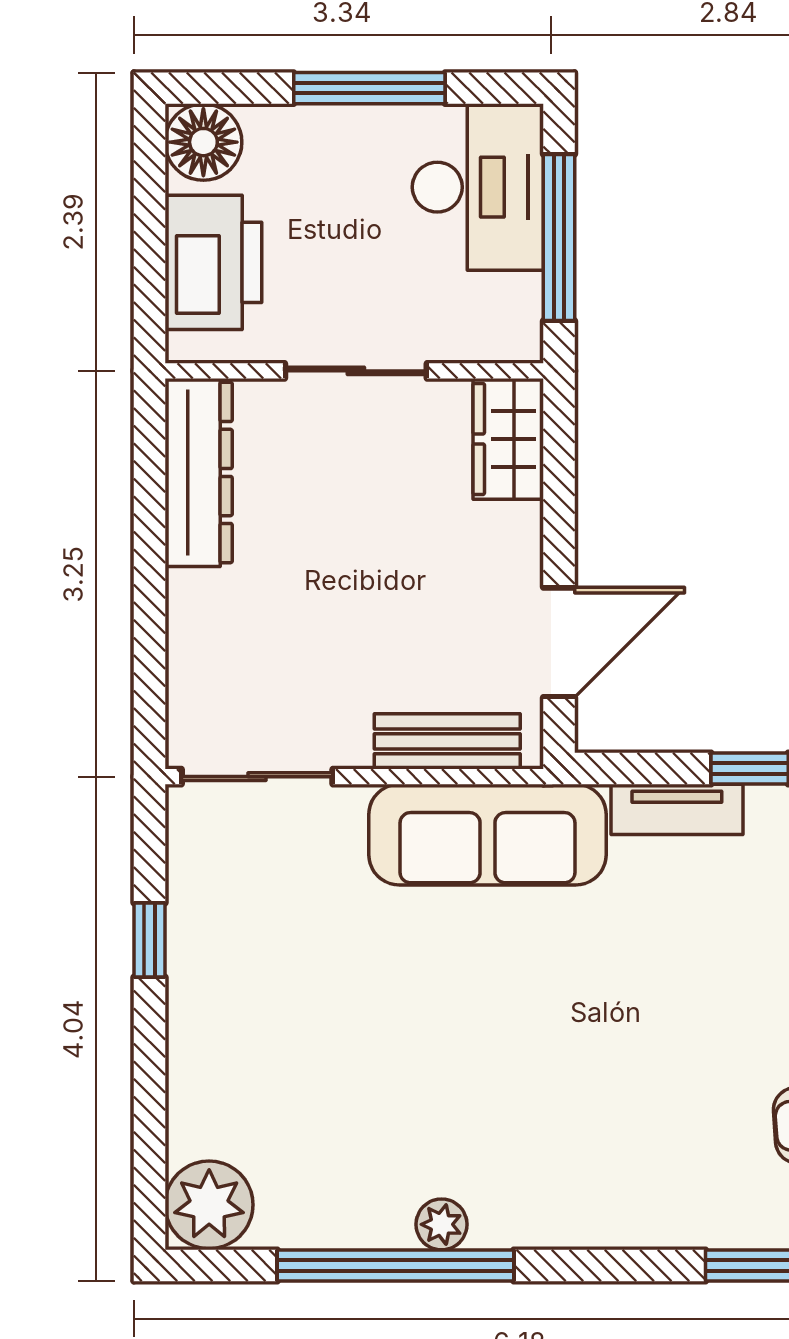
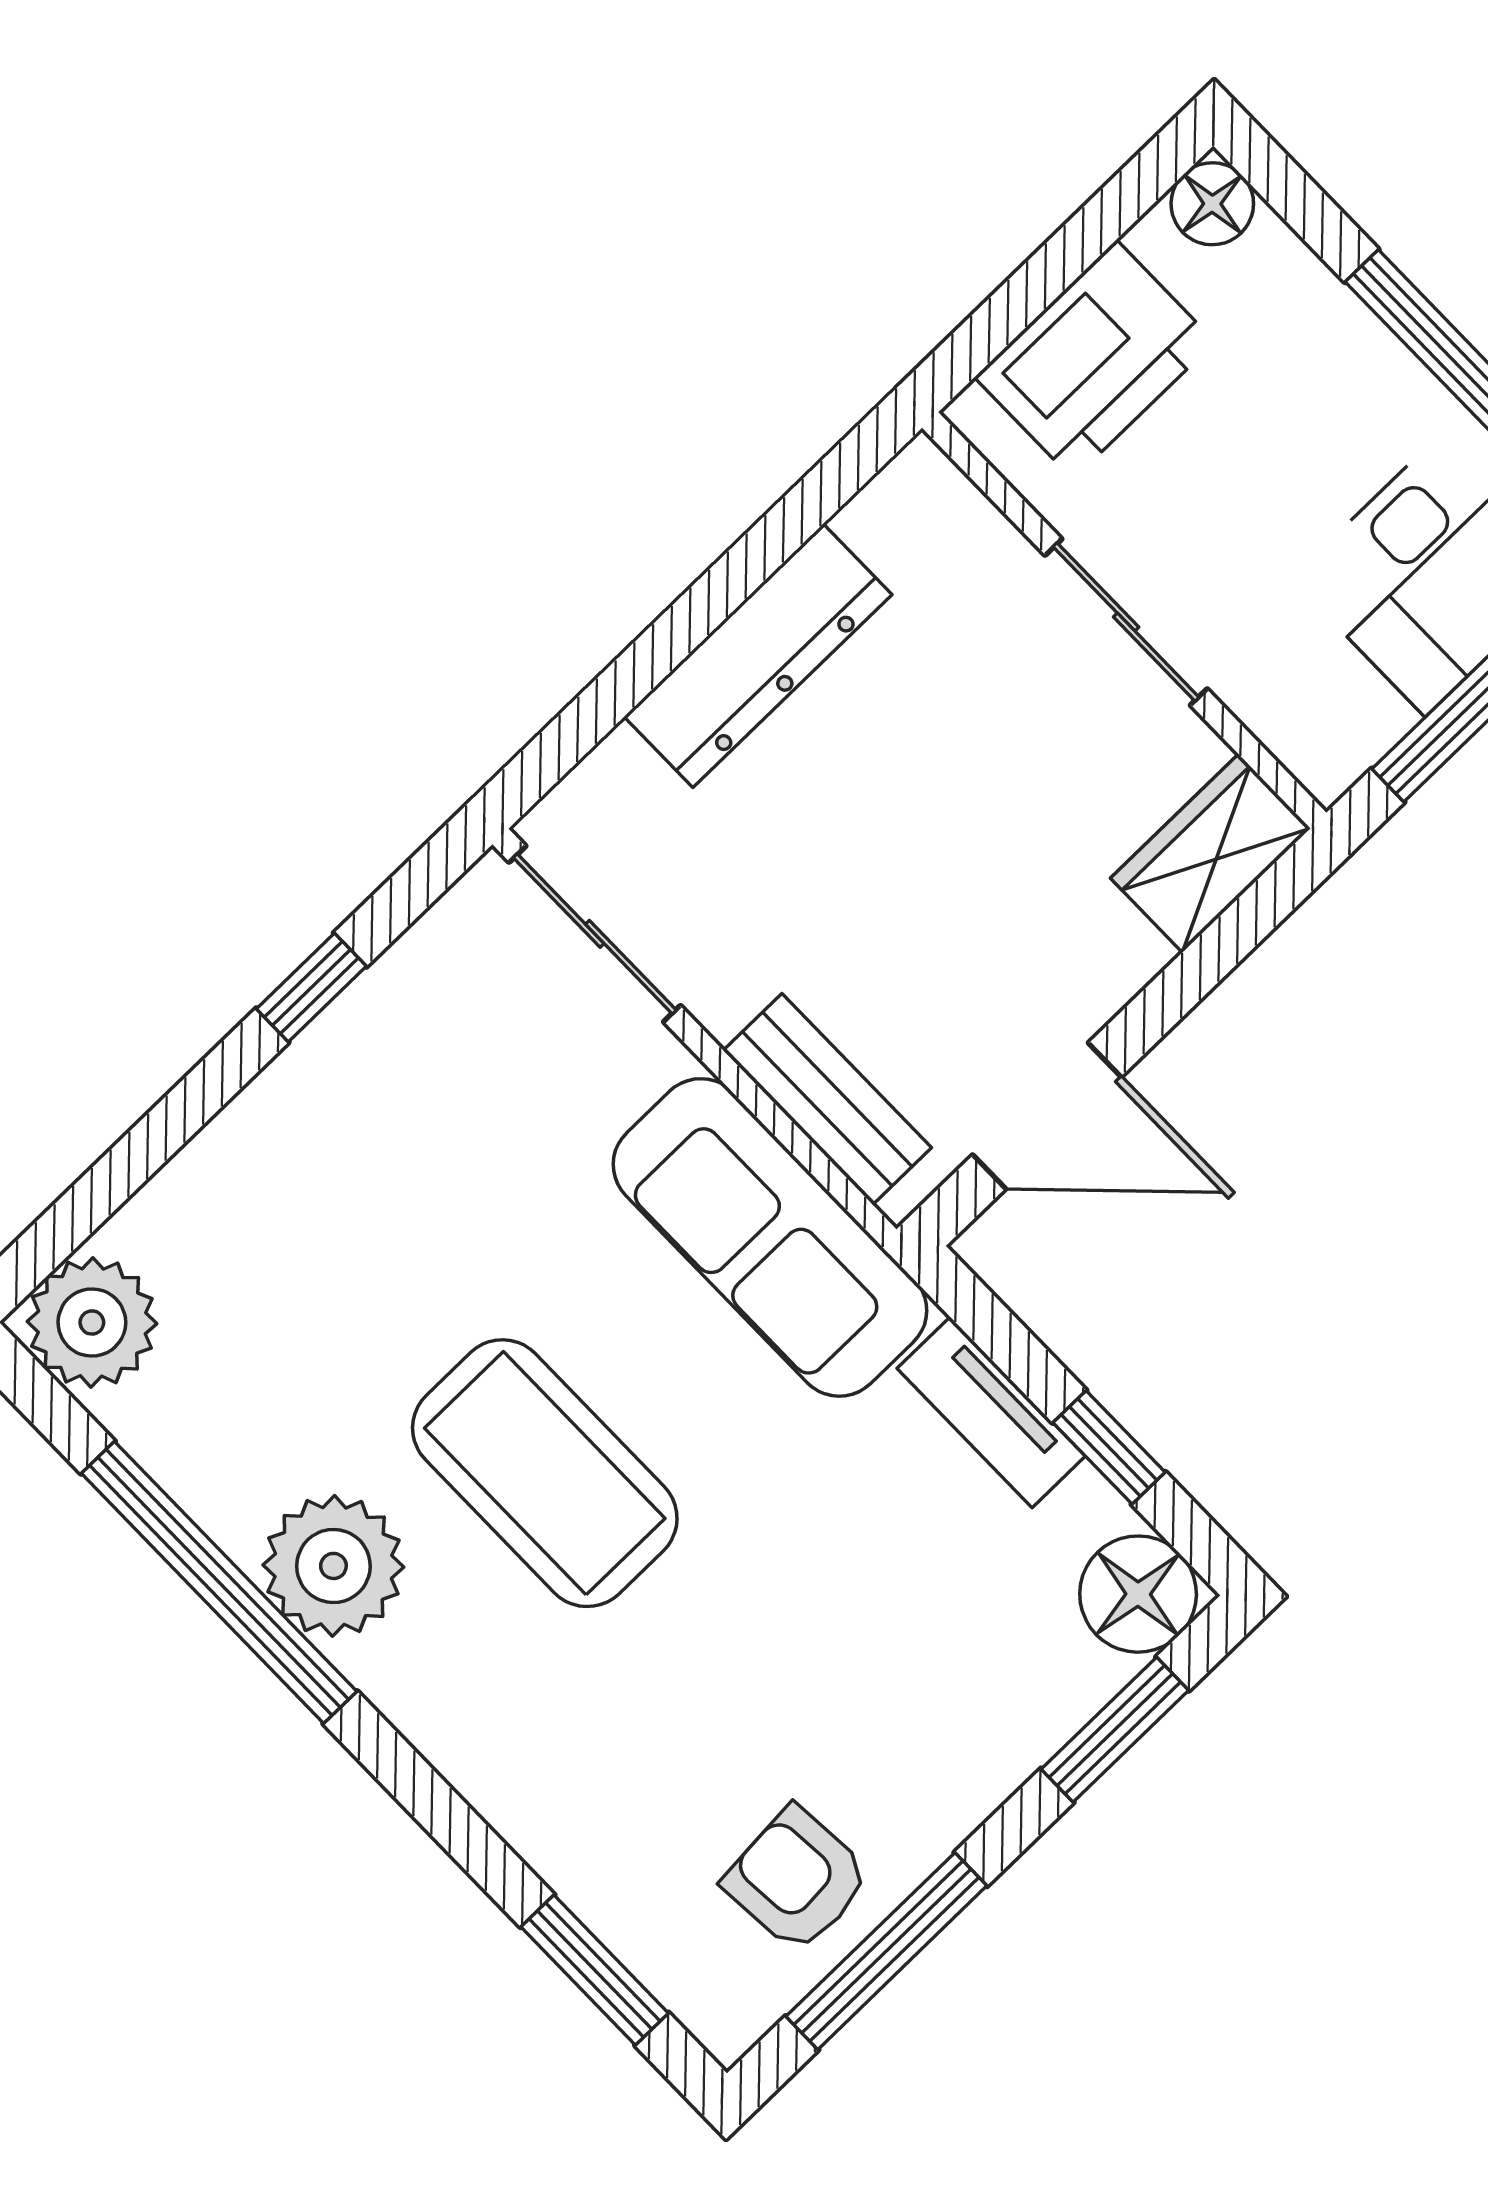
floor lamp: (203, 142) -> (1212, 204), width x0.73, depth x0.73
dresser: (199, 472) -> (758, 656), moved
coffee table: (496, 1055) -> (545, 1473), added
plant: (442, 1224) -> (333, 1566), width x1.88, depth x1.88

